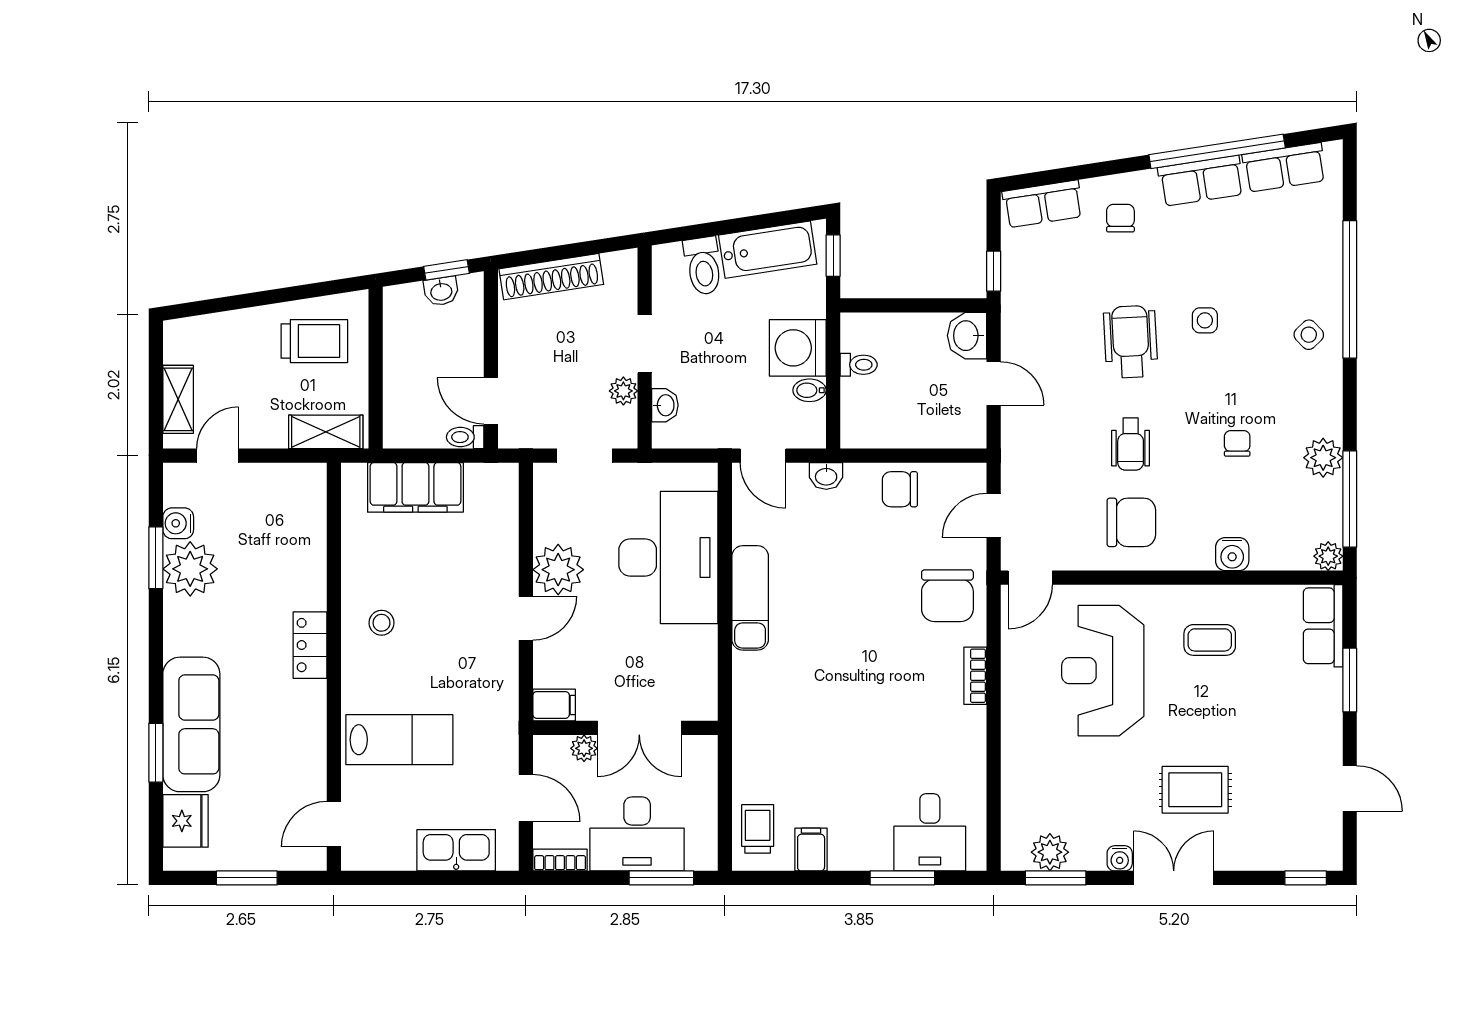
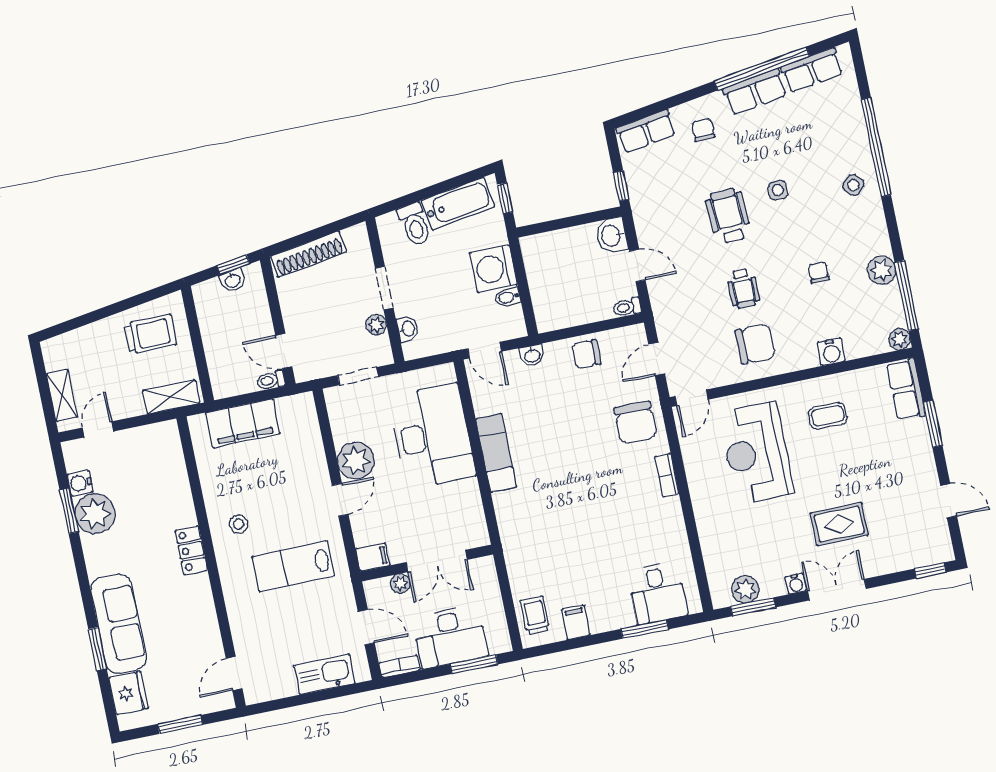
toilet: (859, 365) -> (627, 307), moved, turned 180
lab bench: (399, 740) -> (293, 566), moved, turned 180

